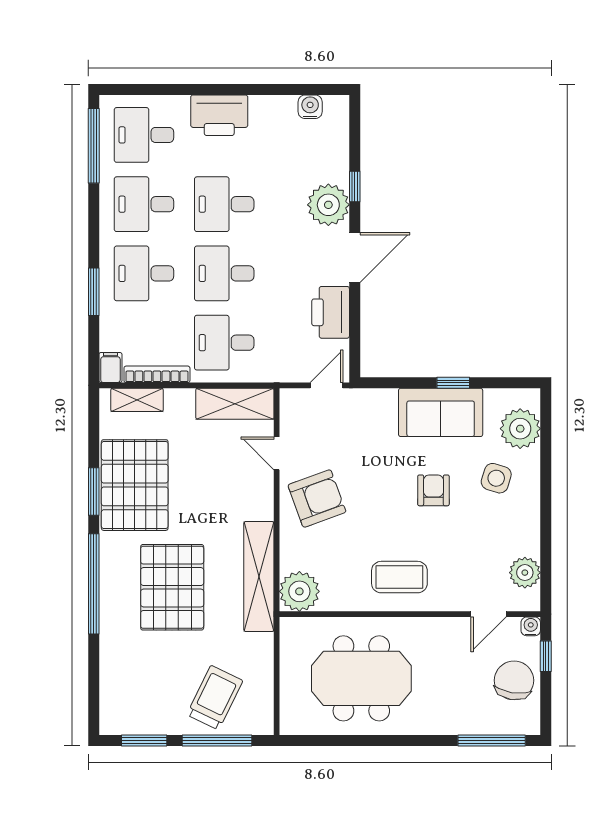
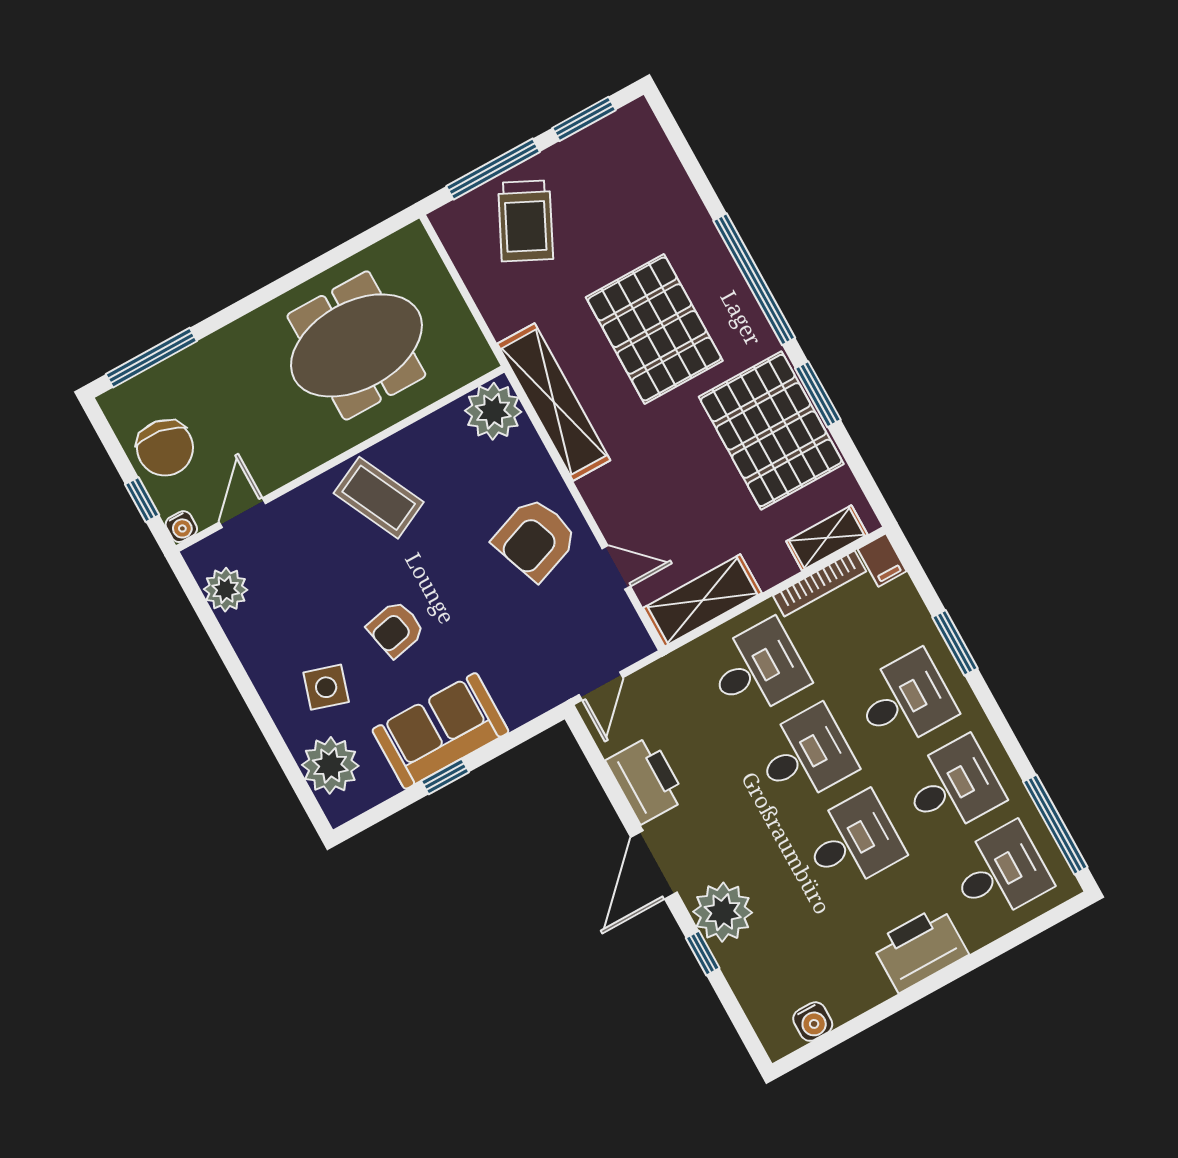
armchair: (433, 490) -> (396, 629), turned 78
coffee table: (399, 577) -> (379, 498), turned 64

